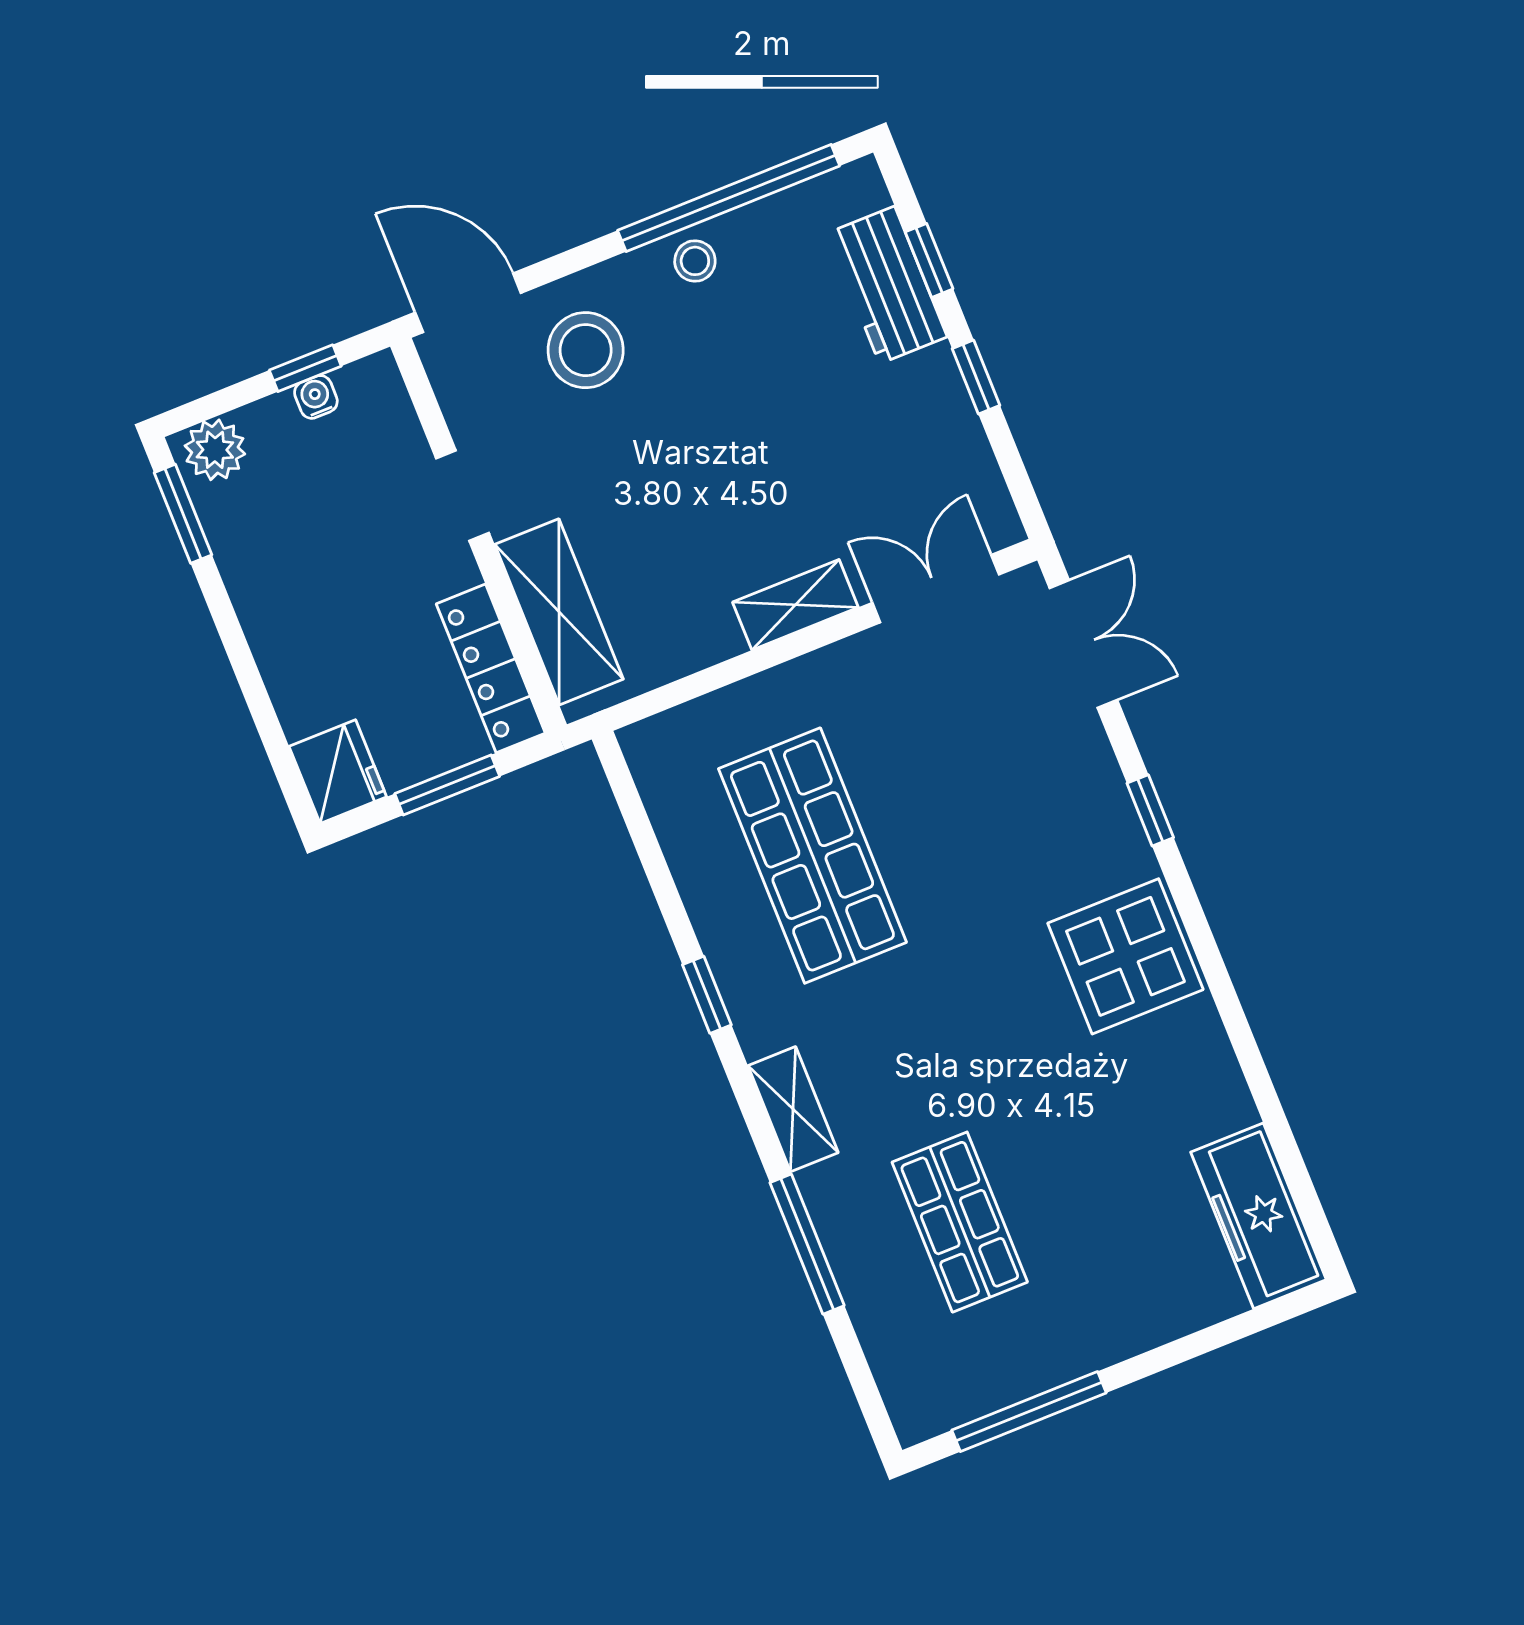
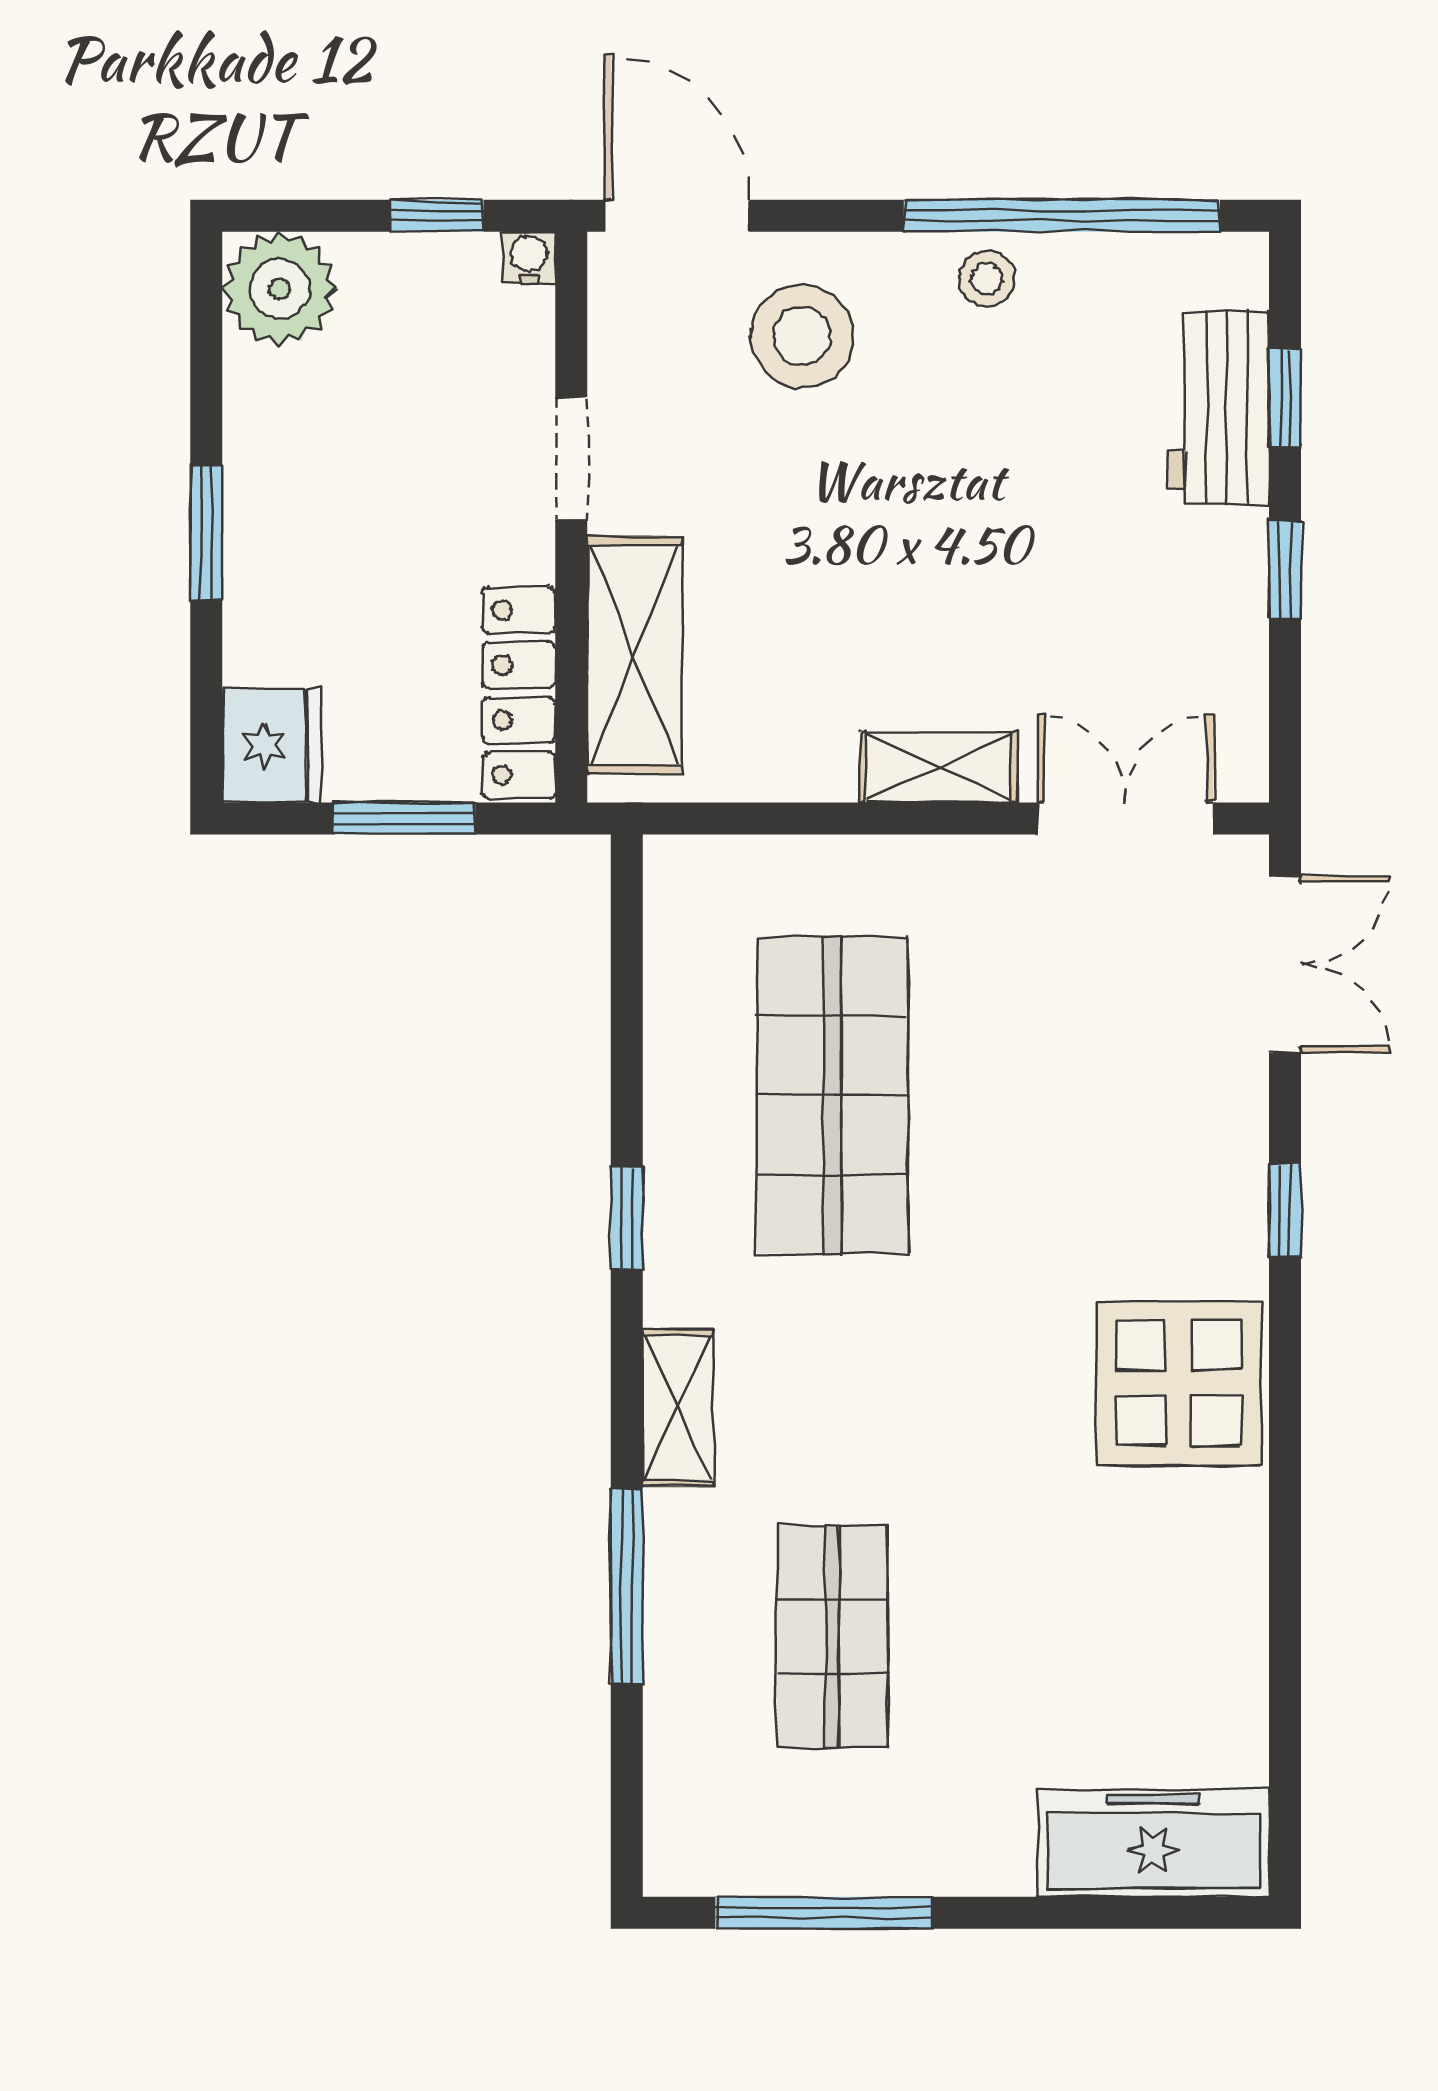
water cooler: (316, 397) -> (529, 258), moved
plant: (215, 450) -> (280, 288), width x1.36, depth x1.36
window: (183, 514) -> (206, 532), moved
freezer: (1258, 1216) -> (1153, 1843), moved, turned 90

